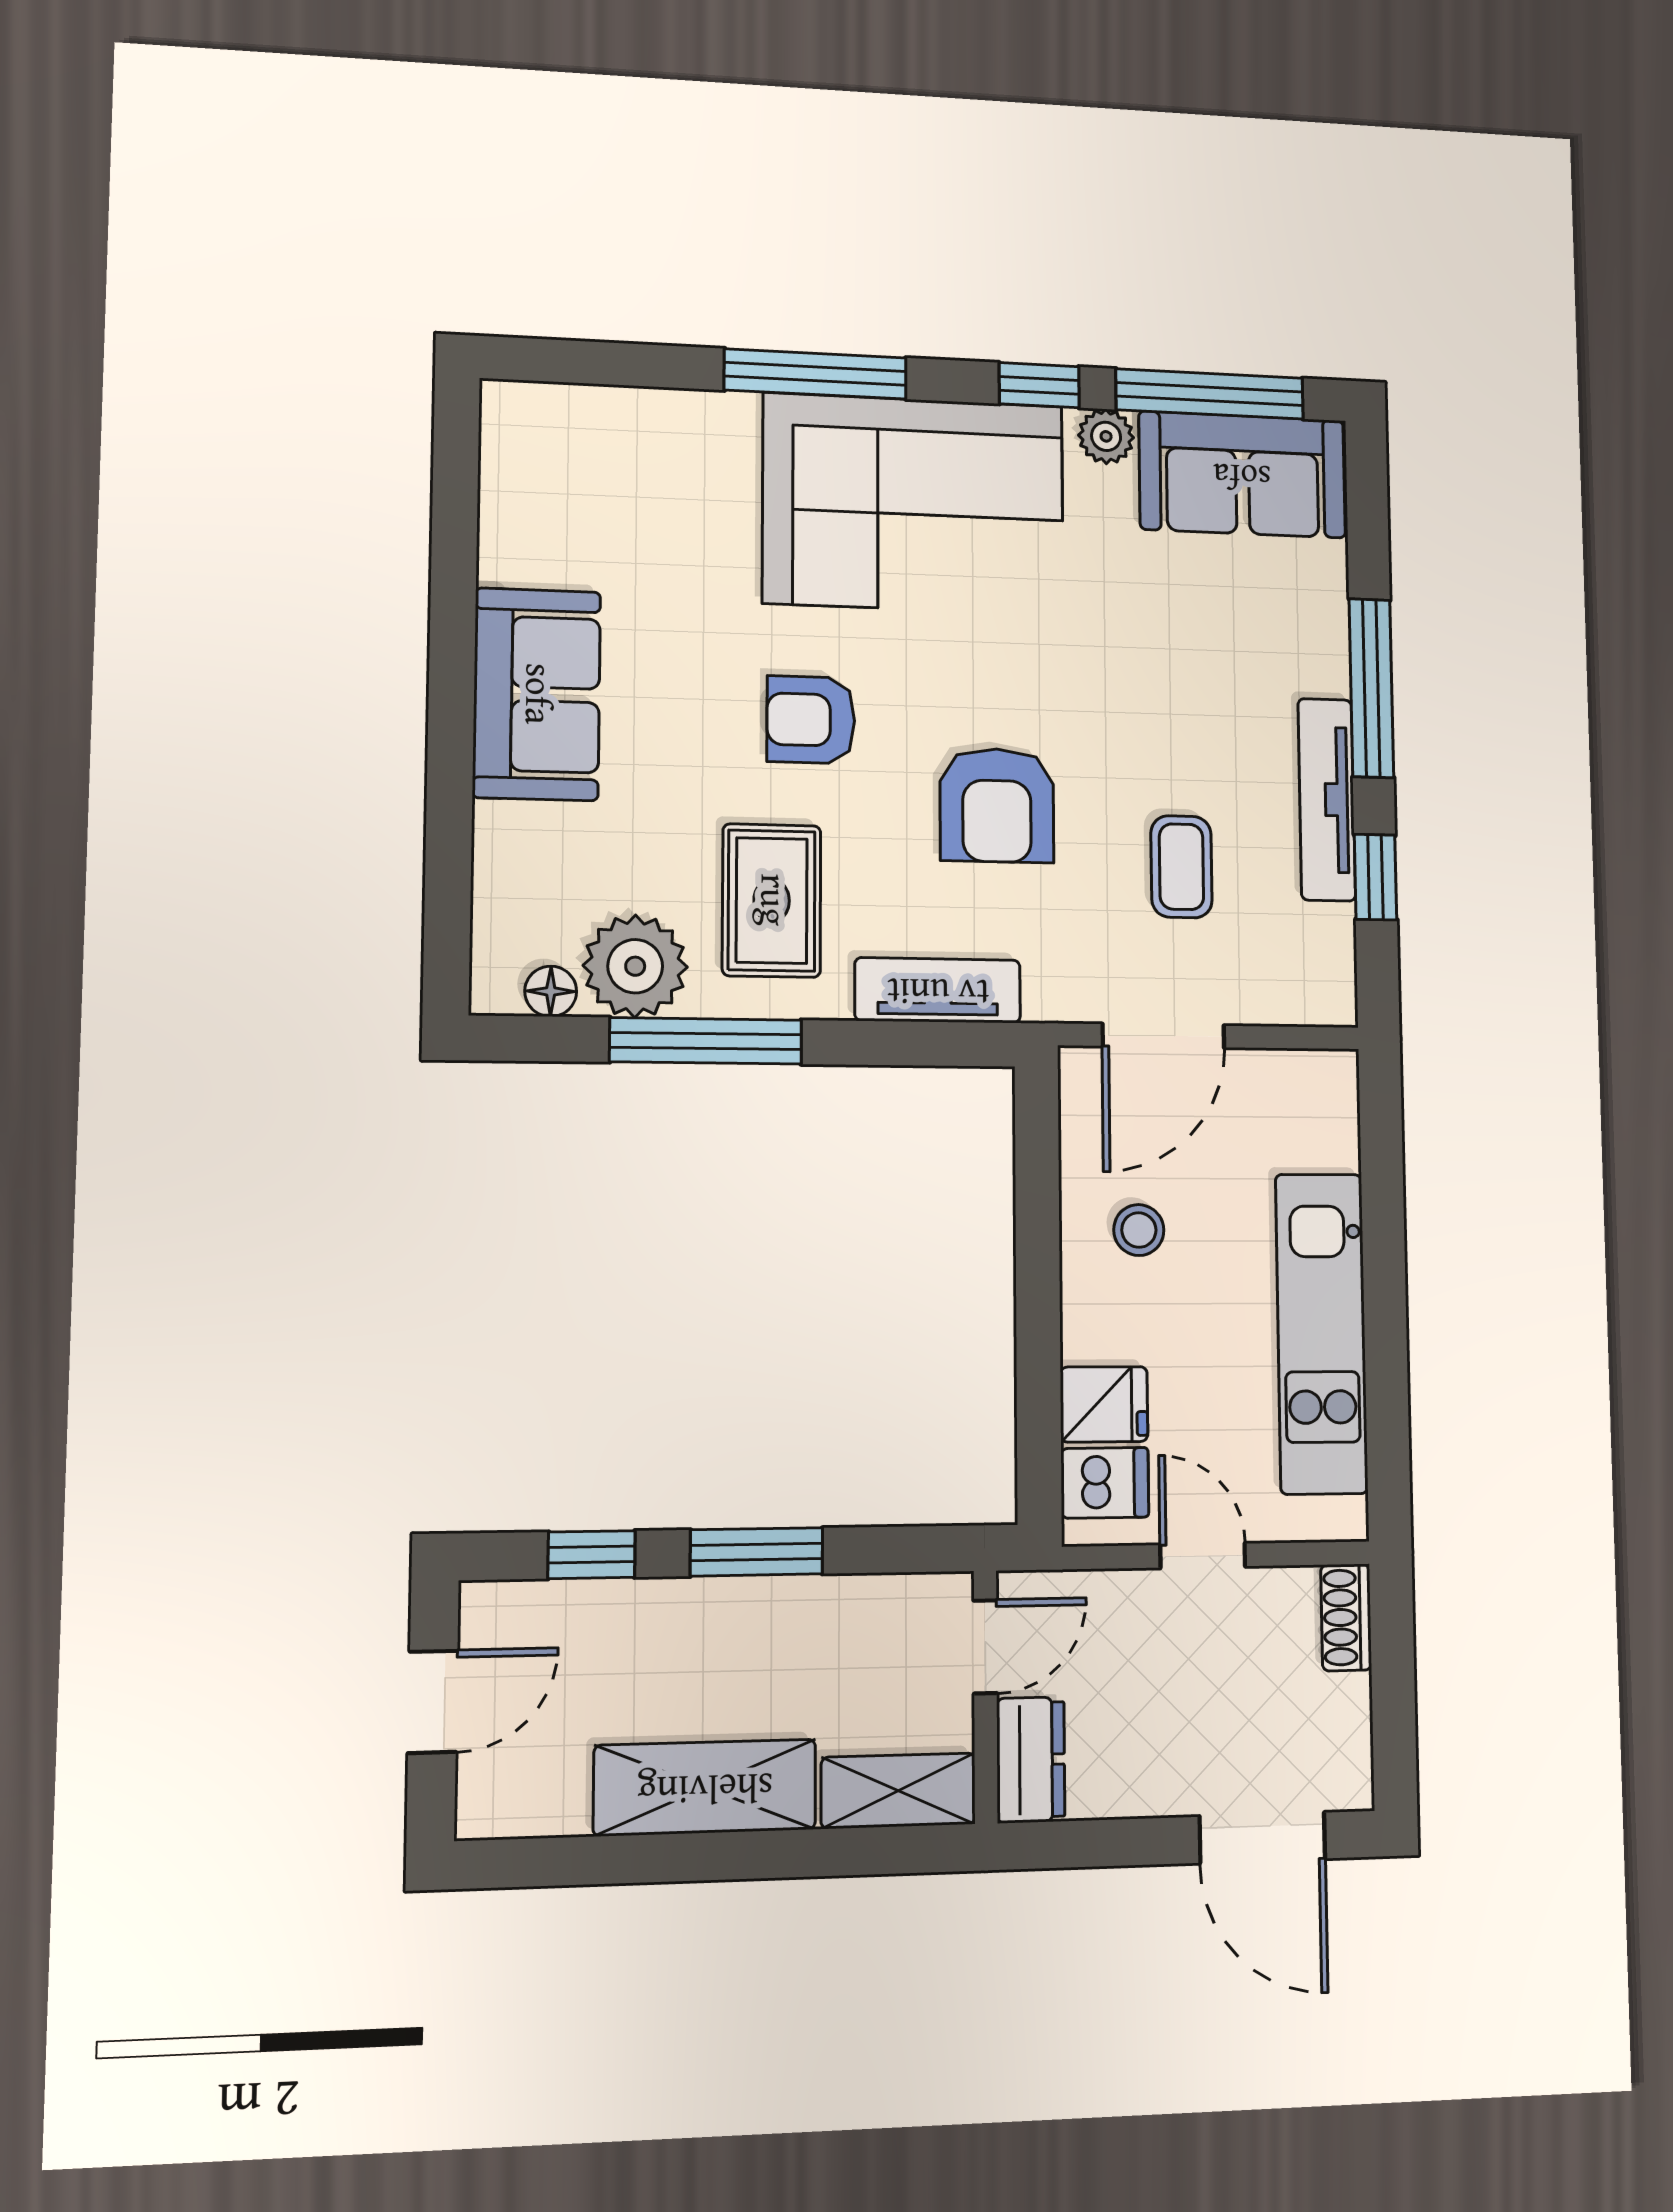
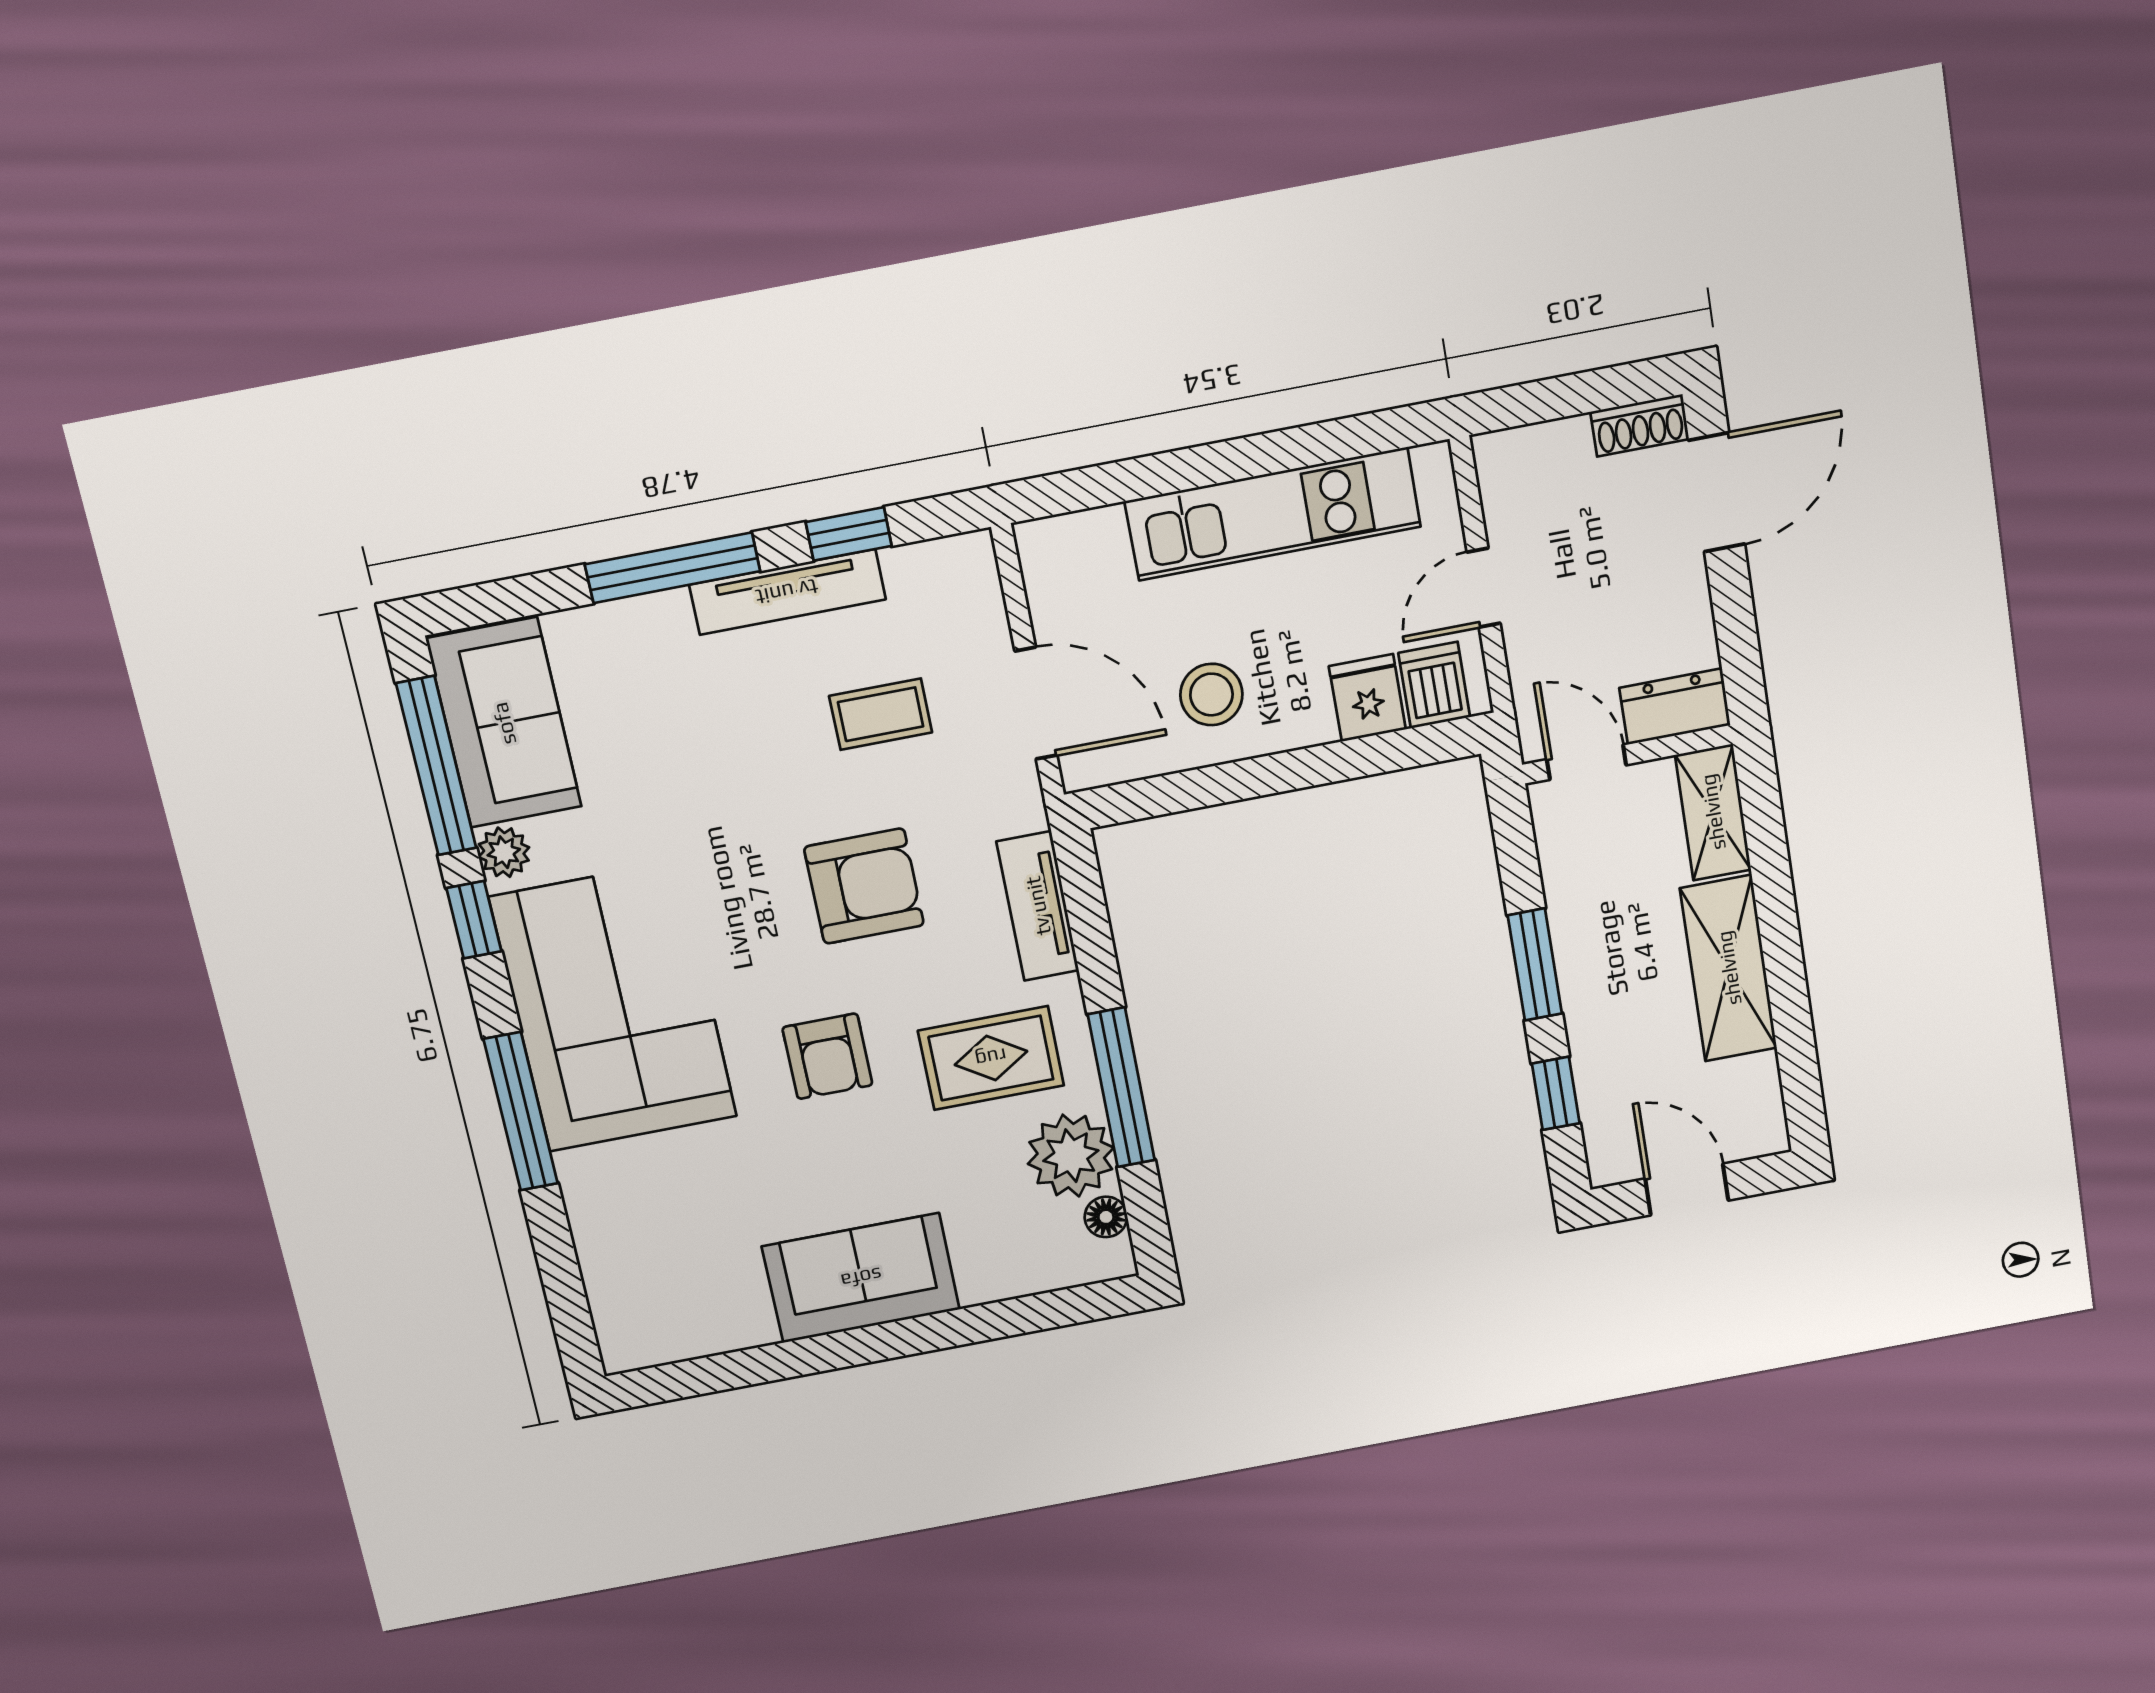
stool: (1139, 1230) -> (1211, 695), width x1.37, depth x1.37
shoe rack: (1346, 1617) -> (1640, 425), moved

